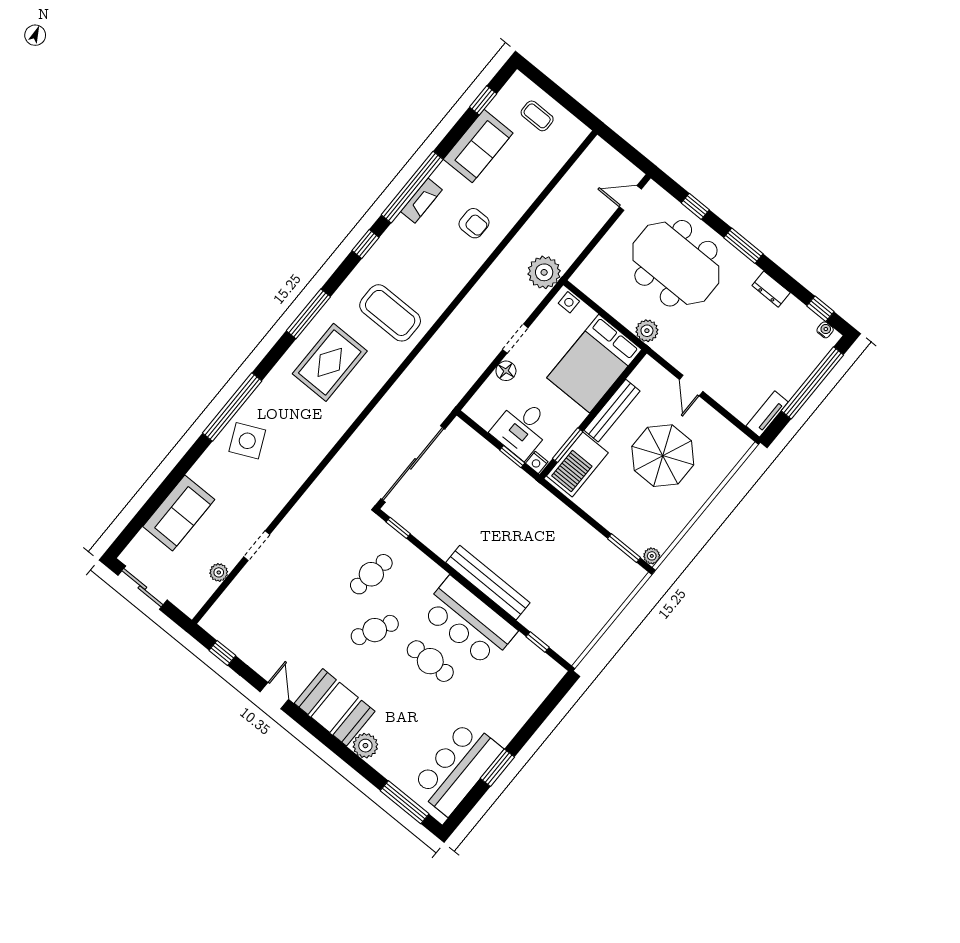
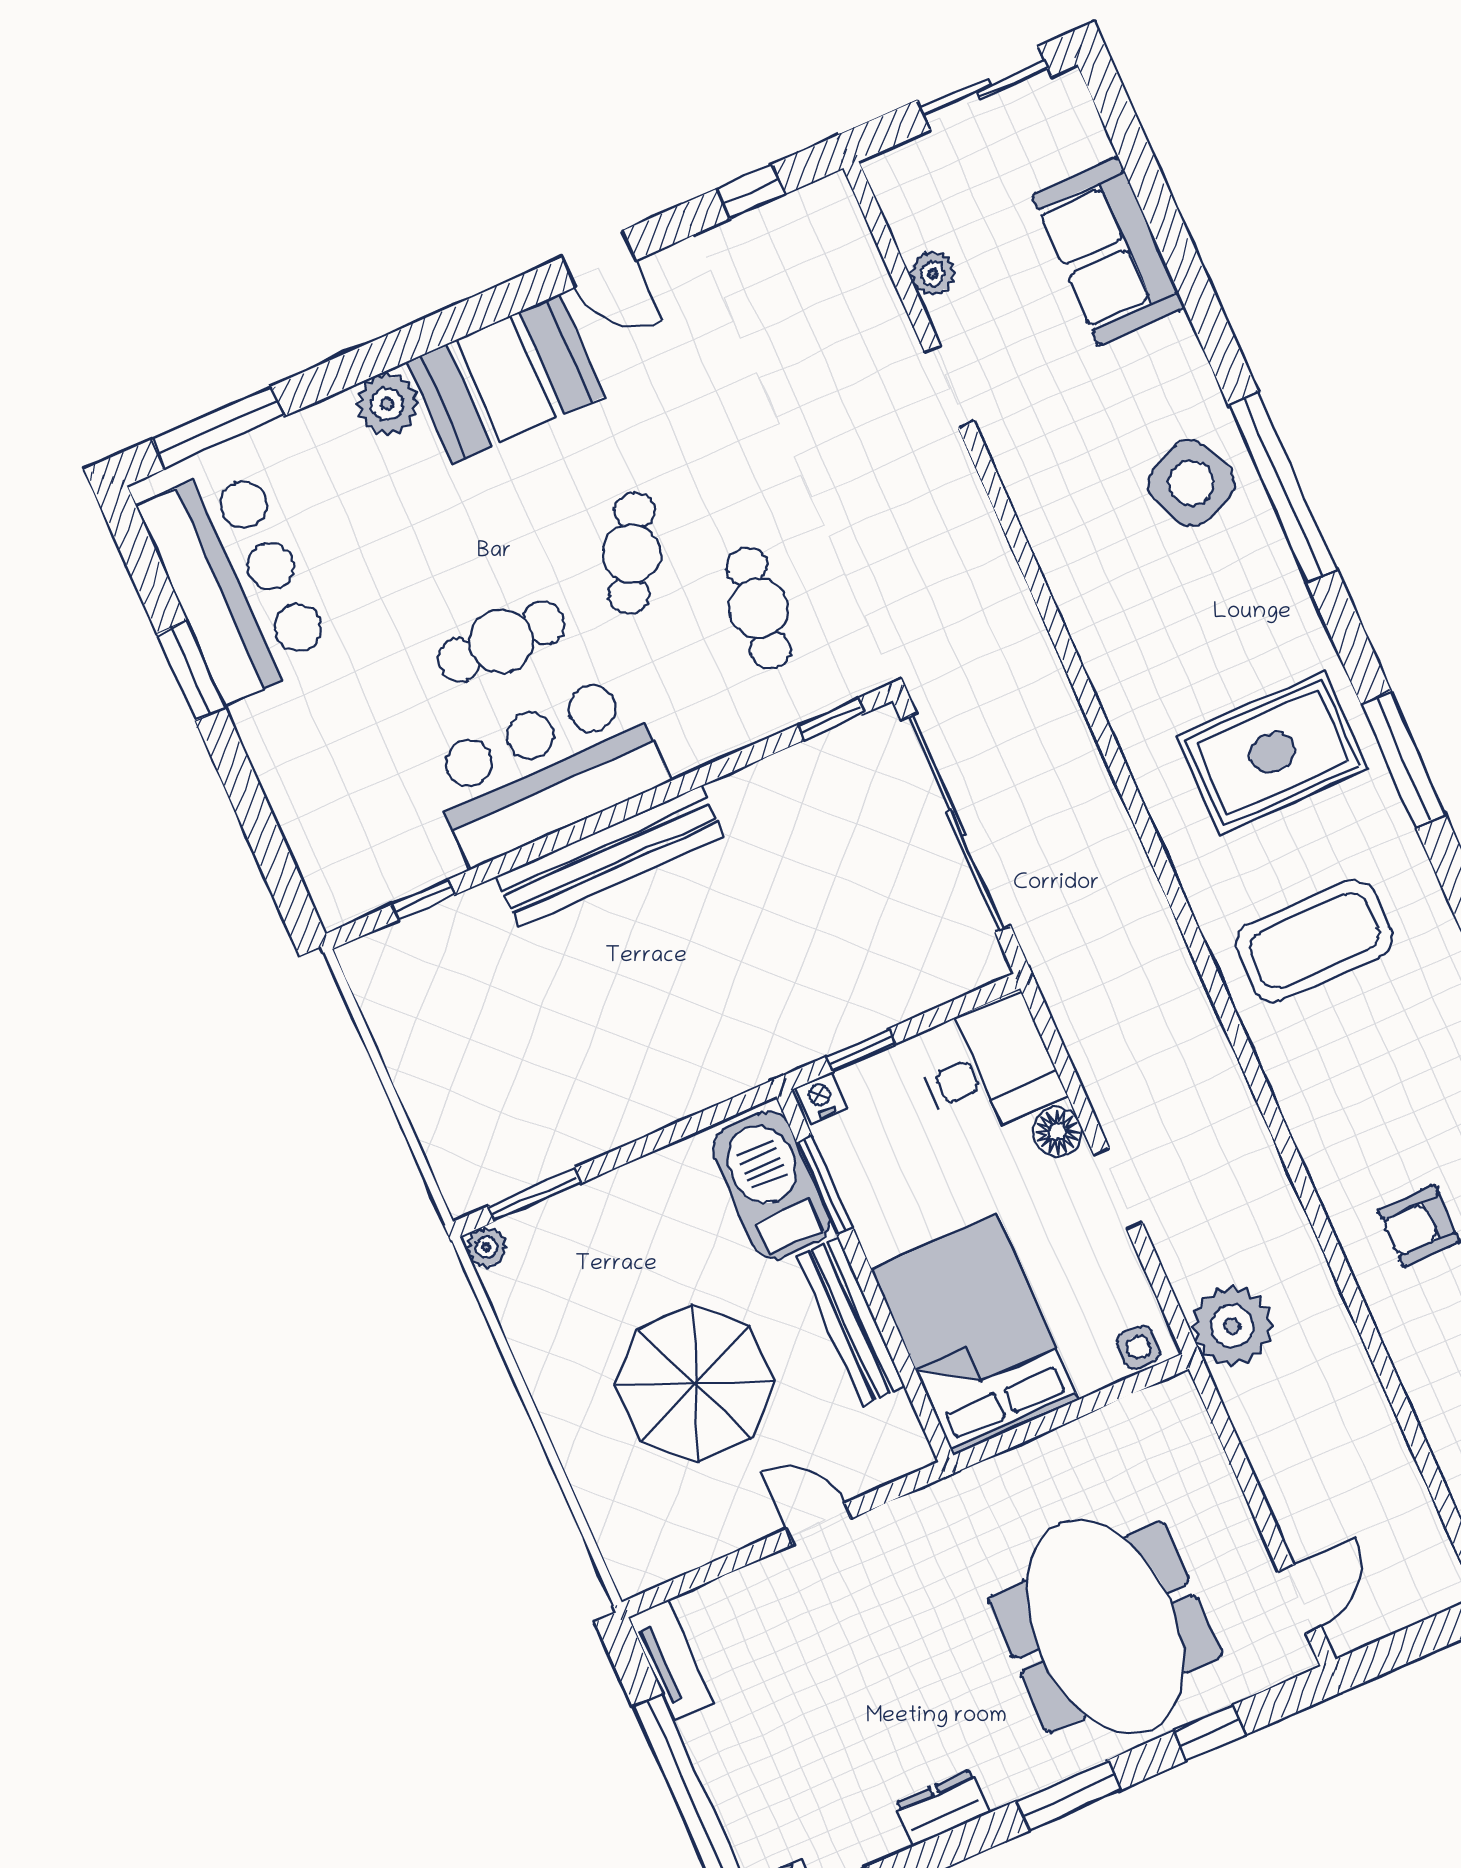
meeting table: (676, 263) -> (1105, 1627), turned 90
plant: (647, 331) -> (989, 1488), removed
rug: (330, 362) -> (1272, 753), turned 90
desk: (522, 428) -> (988, 1068), moved, turned 90

